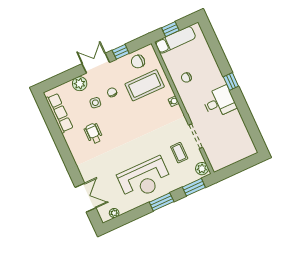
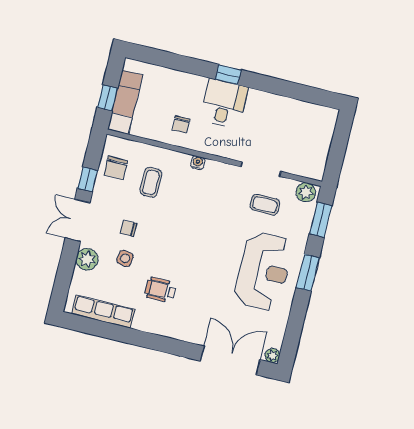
coffee table: (145, 85) -> (151, 182), width x0.54, depth x0.58
desk: (219, 102) -> (224, 104), moved
double door: (85, 198) -> (230, 360), width x1.37
plant: (114, 213) -> (272, 356), moved

